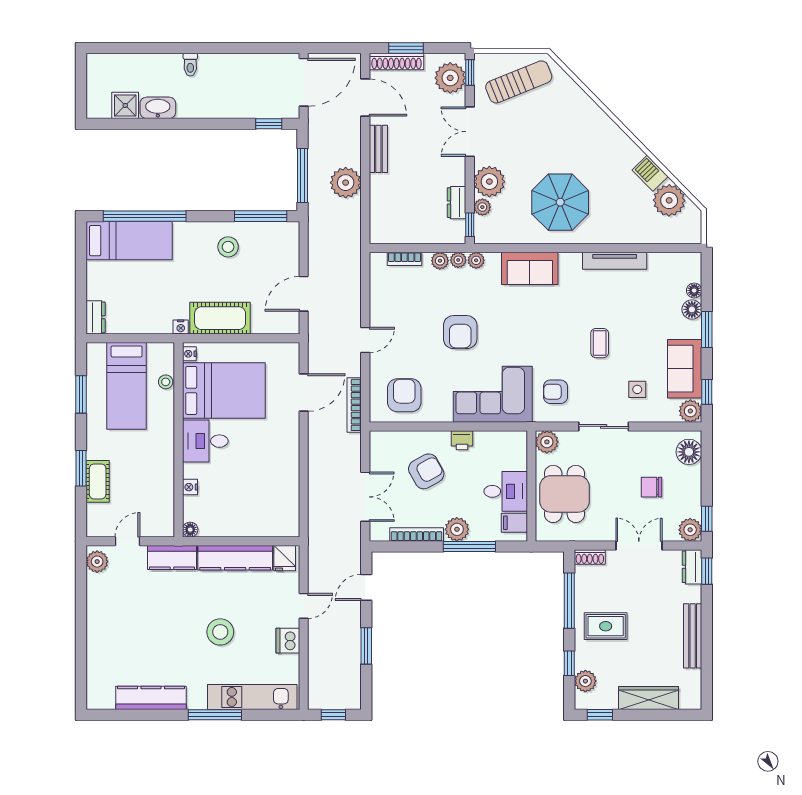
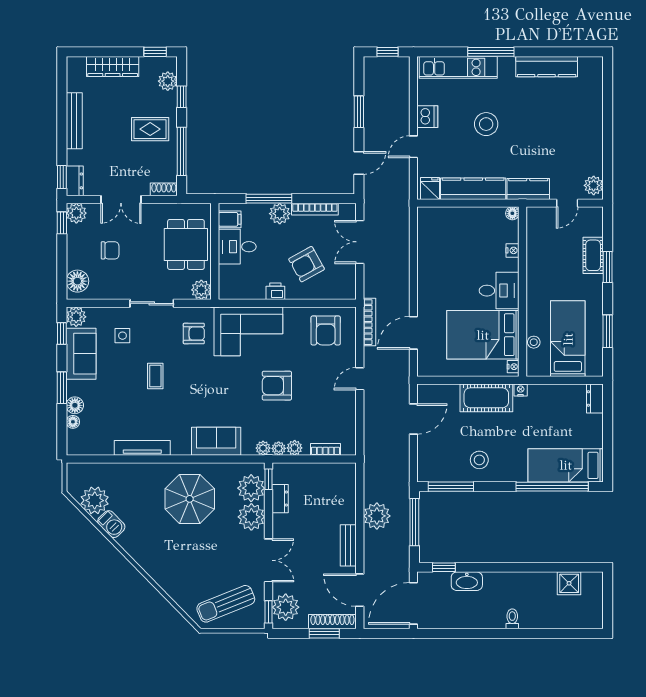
washbasin: (158, 108) -> (467, 581), moved
plant: (482, 207) -> (251, 488), width x1.87, depth x1.87
armchair: (460, 332) -> (277, 386), turned -90

